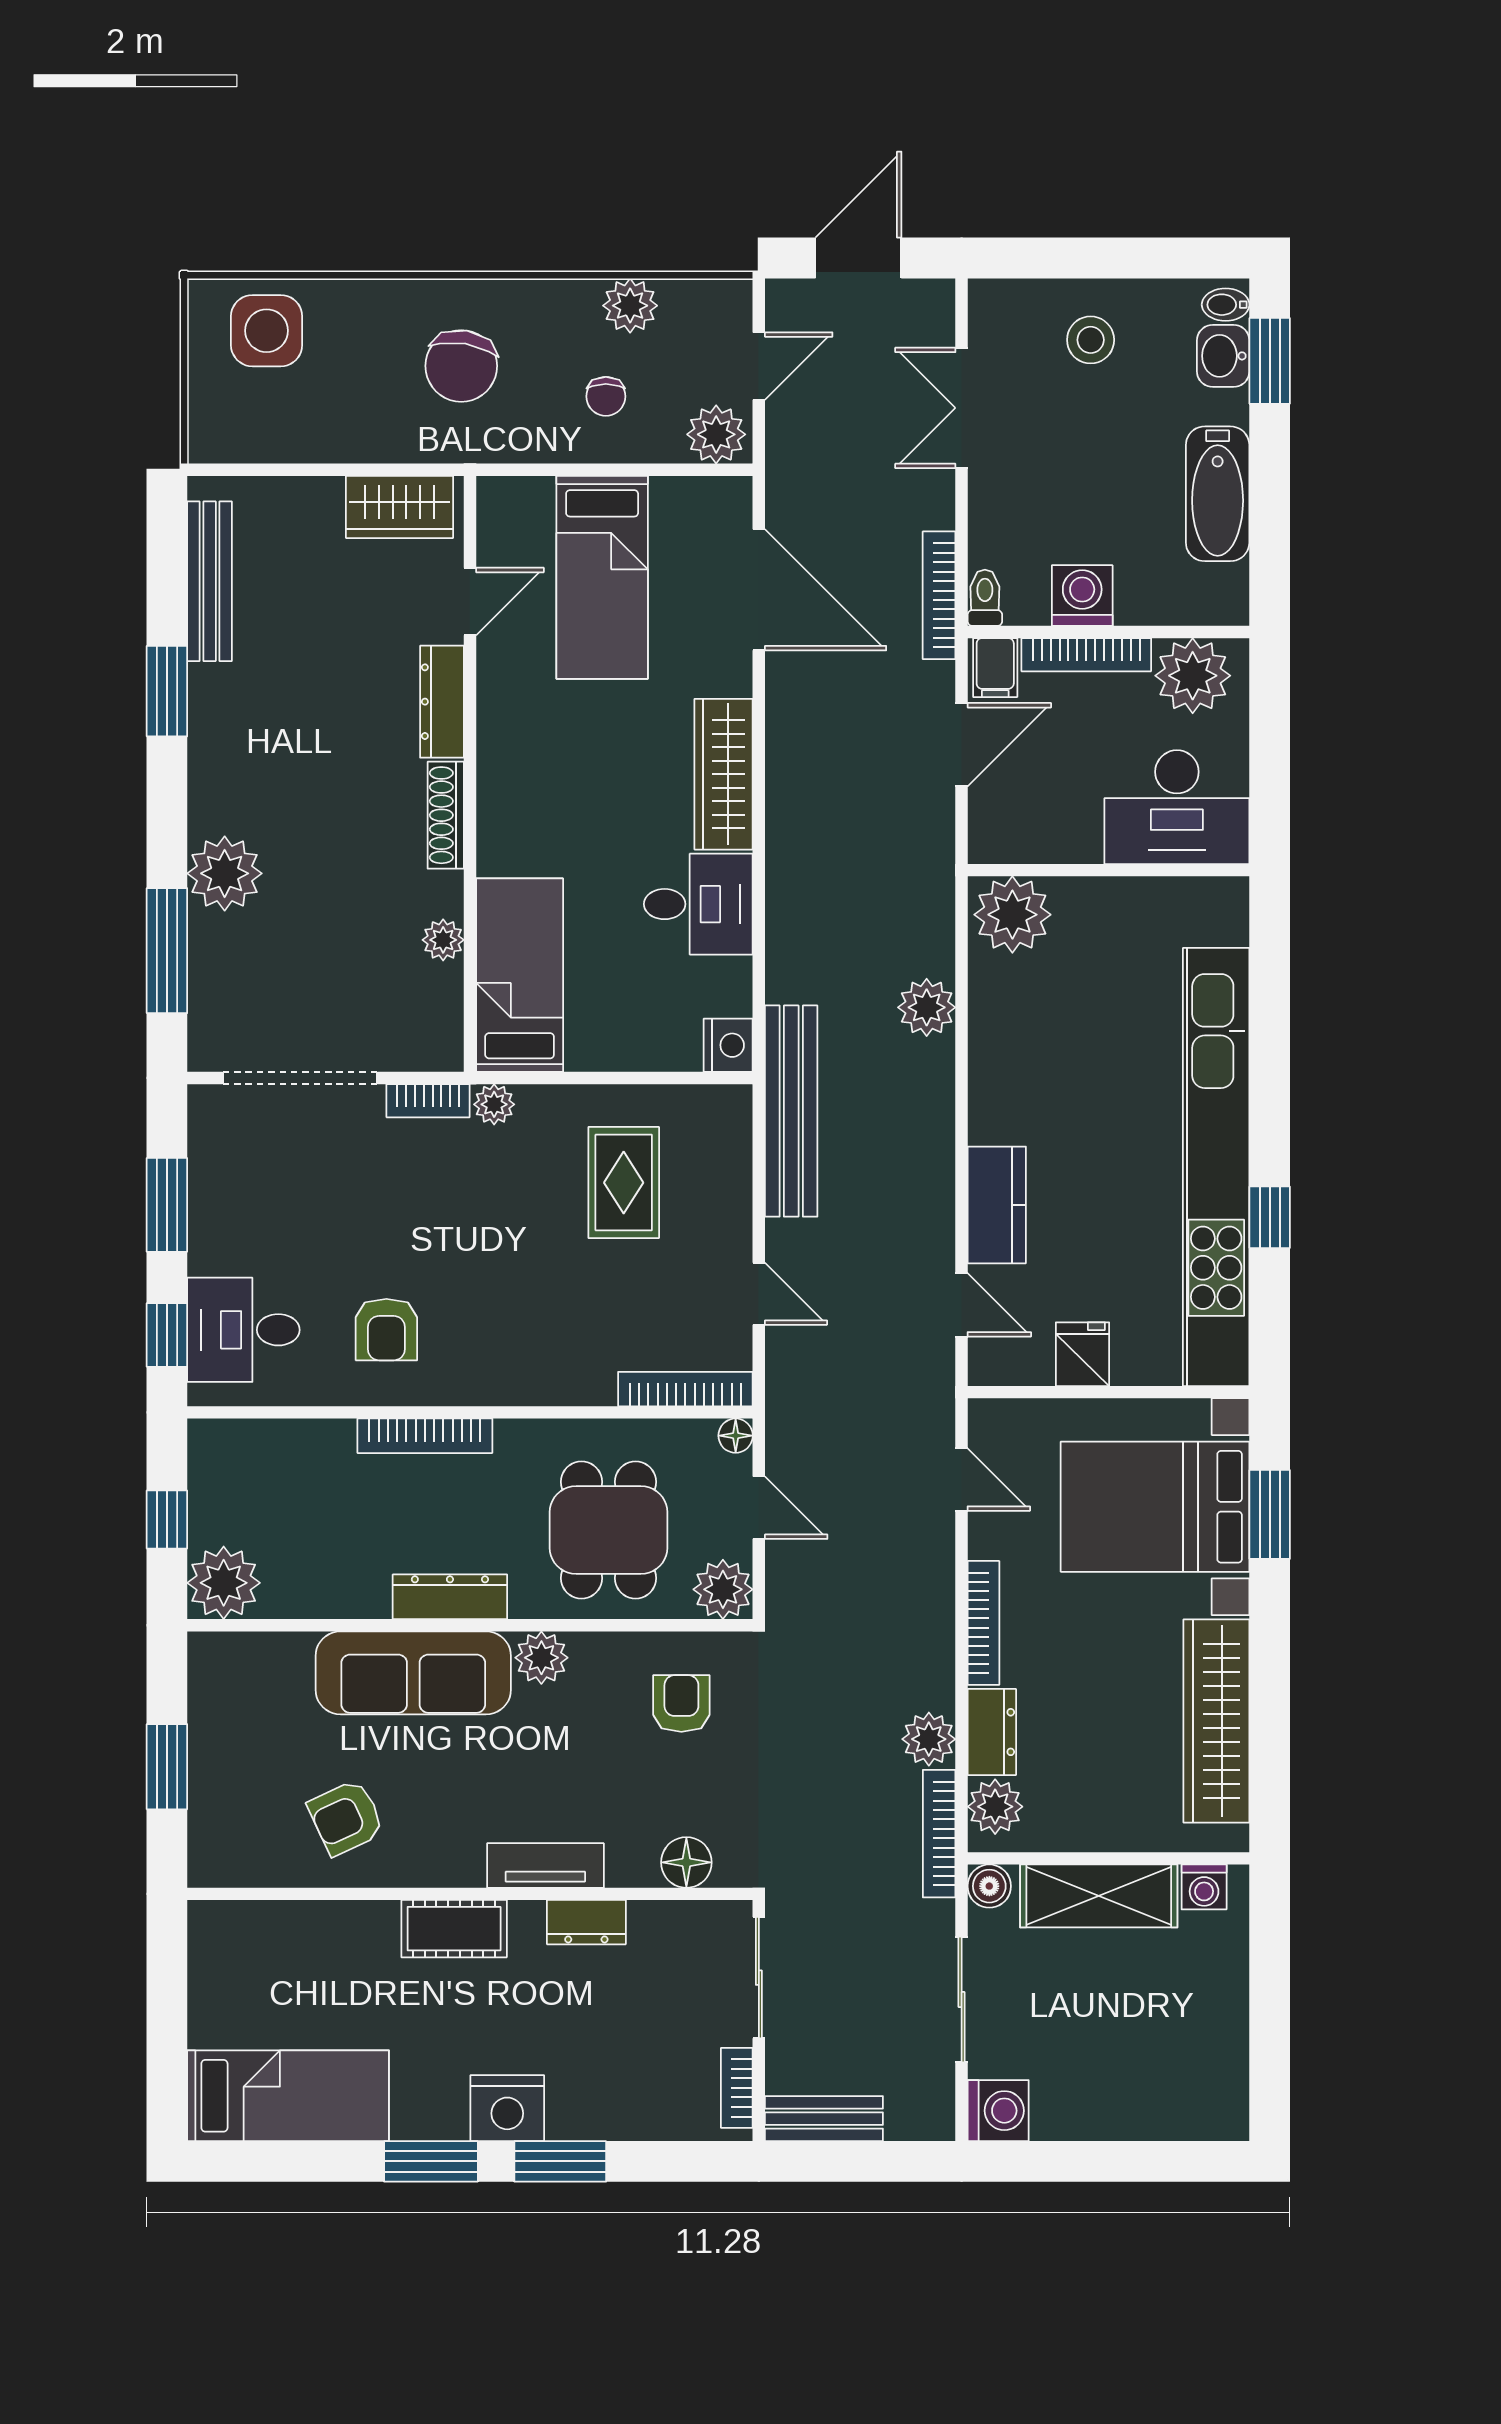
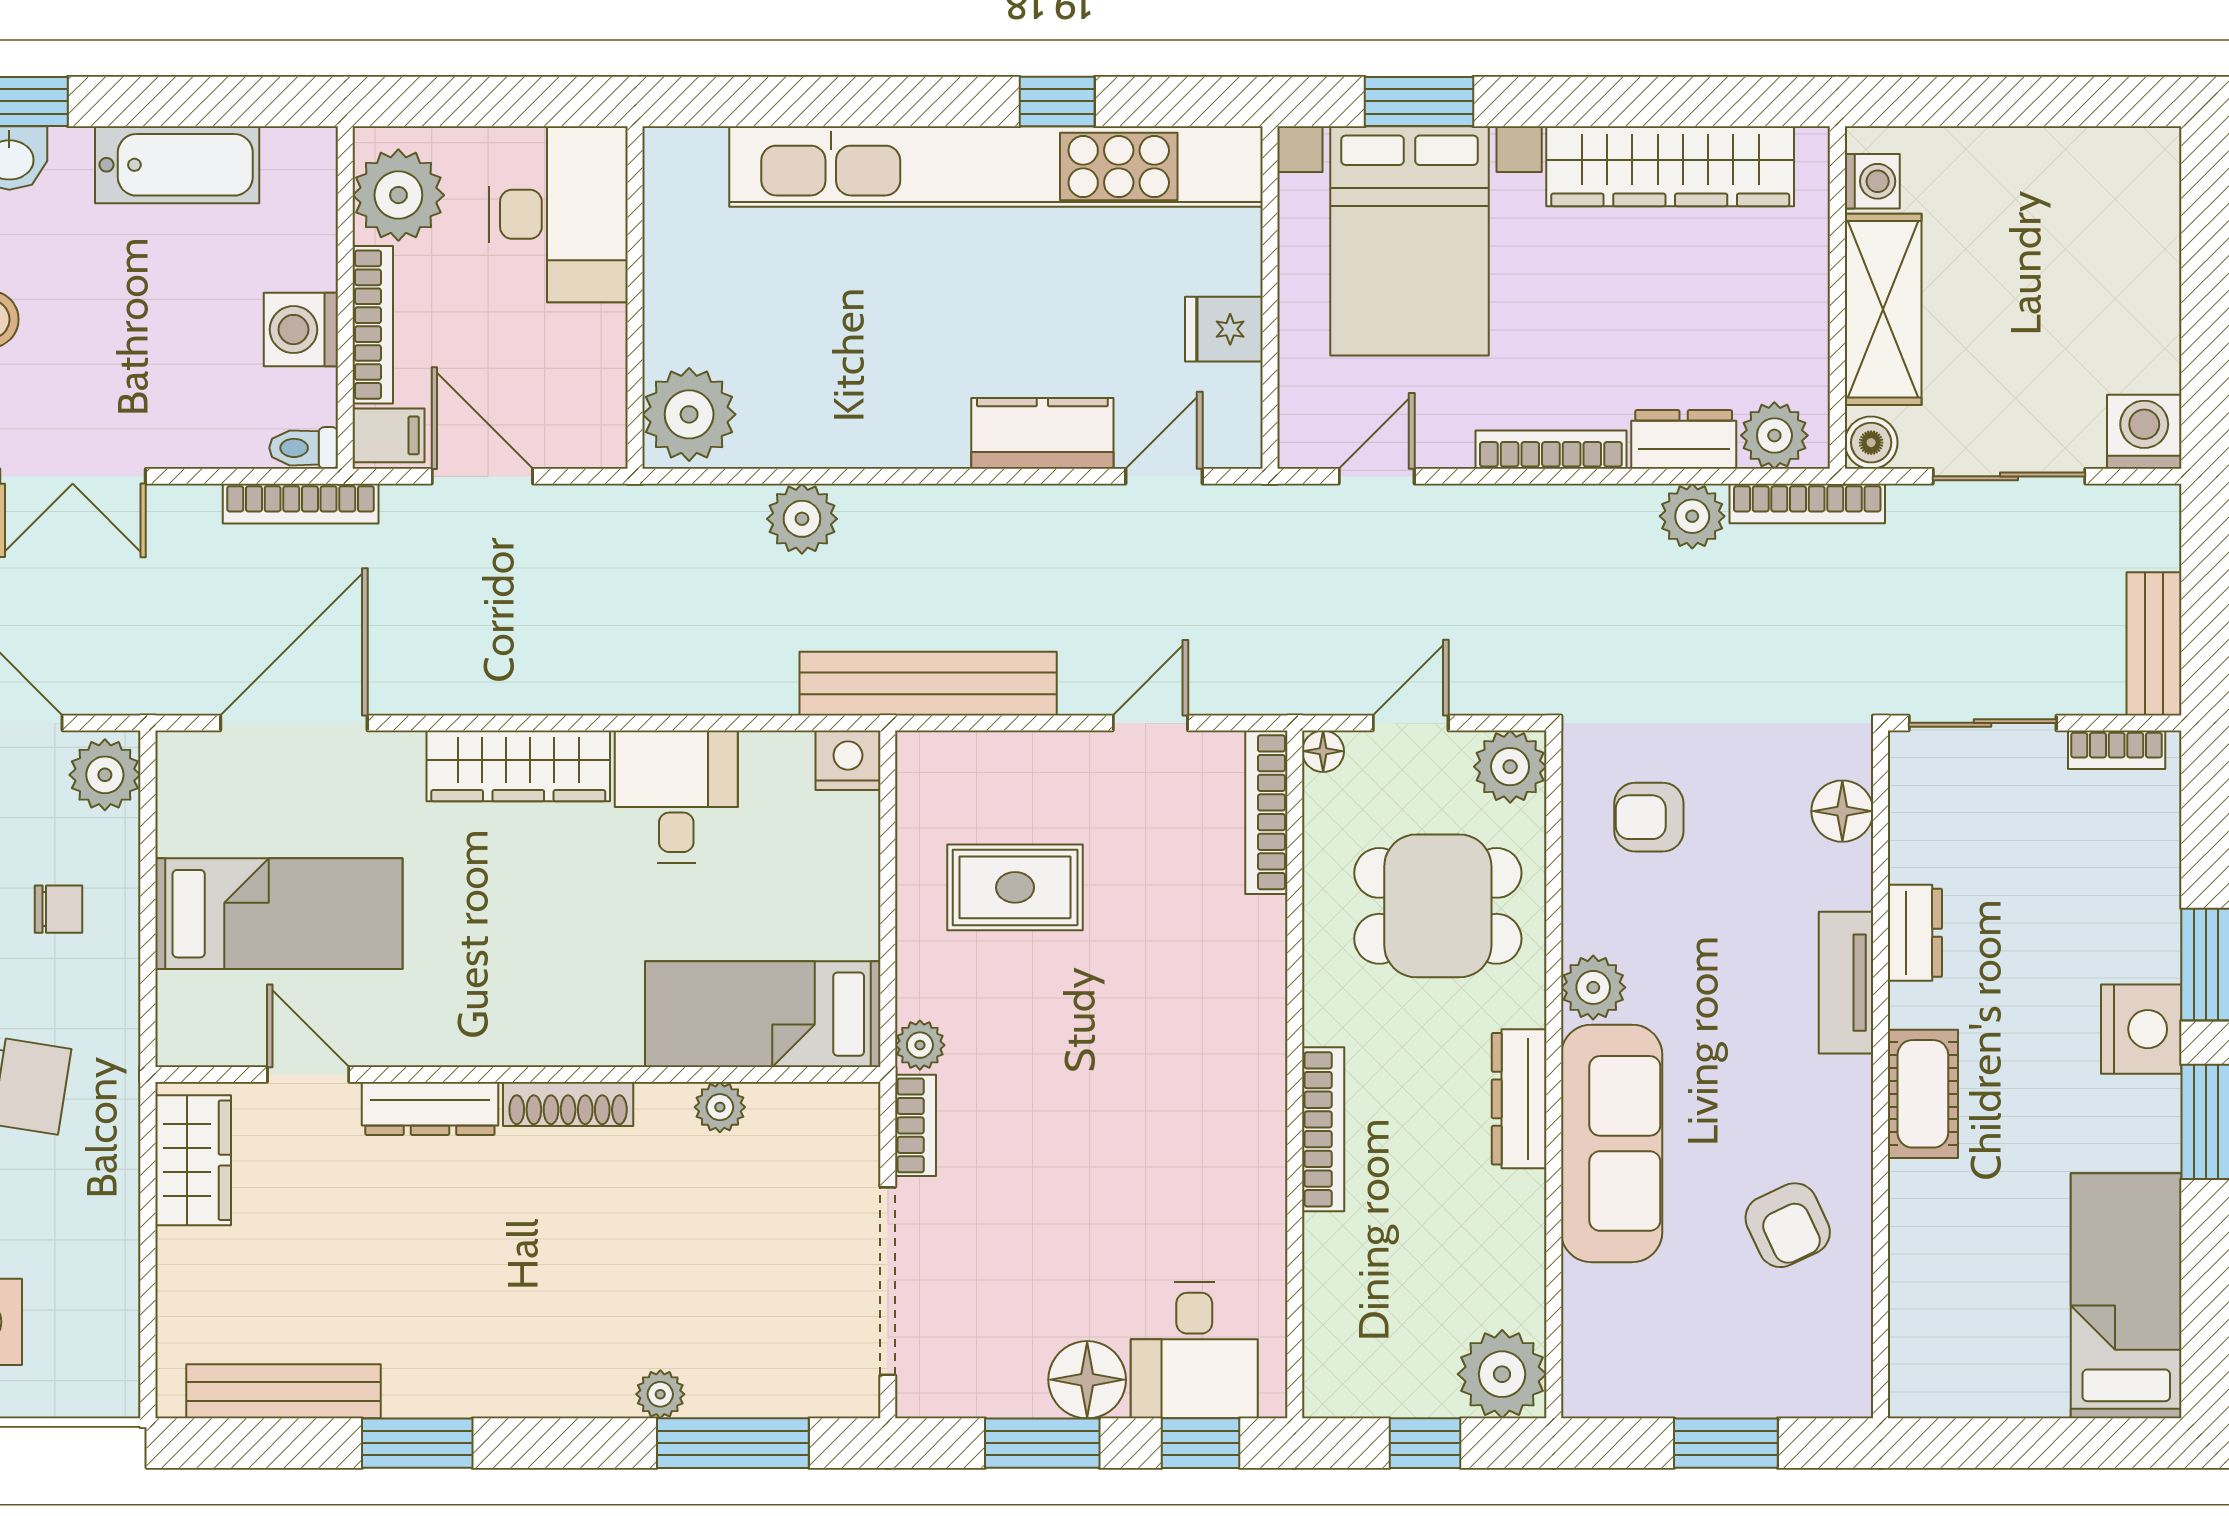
plant: (225, 873) -> (660, 1394), width x0.53, depth x0.53
floor lamp: (219, 1242) -> (1087, 1380), added
armchair: (386, 1330) -> (1194, 1176), removed

